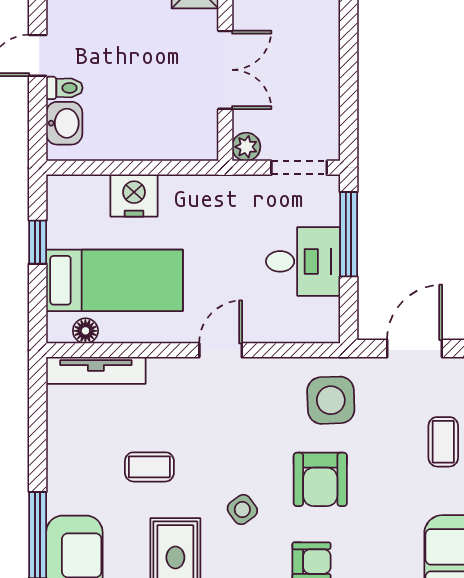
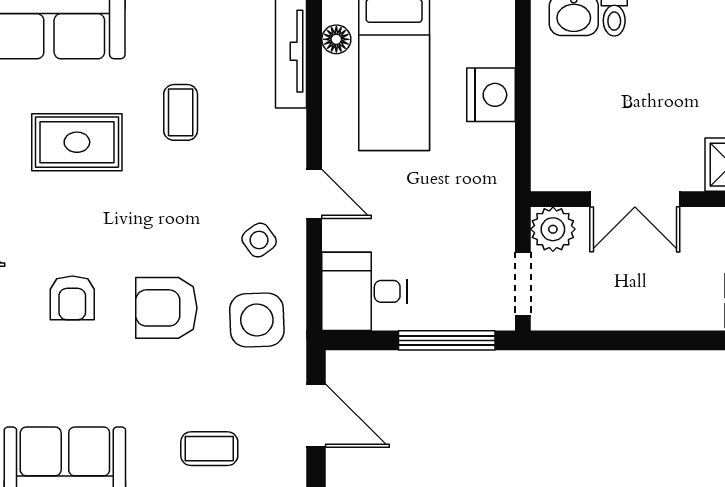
plant: (246, 147) -> (553, 229), width x1.38, depth x1.38
desk: (303, 261) -> (364, 291), moved, turned 90
side table: (242, 510) -> (259, 240), moved

